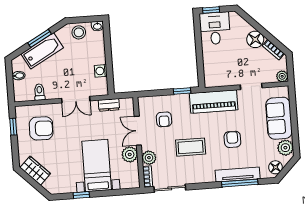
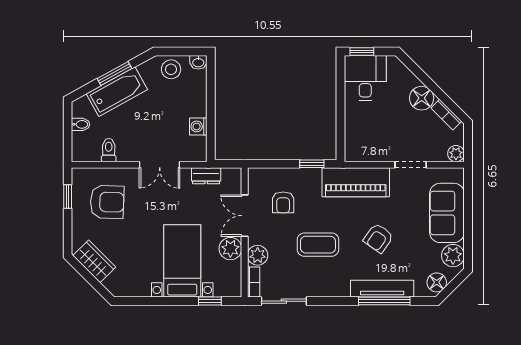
armchair: (232, 139) -> (378, 238), turned -145
window: (81, 195) -> (210, 301), moved

